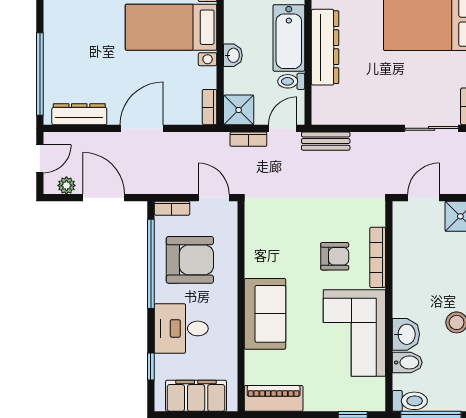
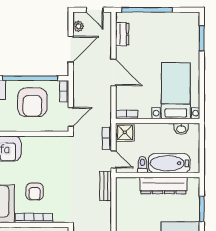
washbasin: (233, 55) -> (181, 129), moved
dresser: (79, 114) -> (122, 34), width x0.70

